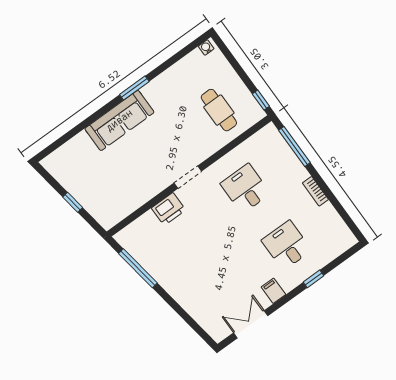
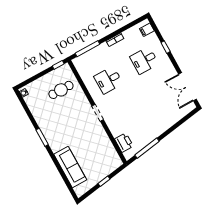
sofa: (119, 120) -> (70, 167), moved
printer: (169, 209) -> (124, 143), moved
filing cabinet: (273, 291) -> (147, 30), moved
double door: (251, 324) -> (187, 87), width x1.37

